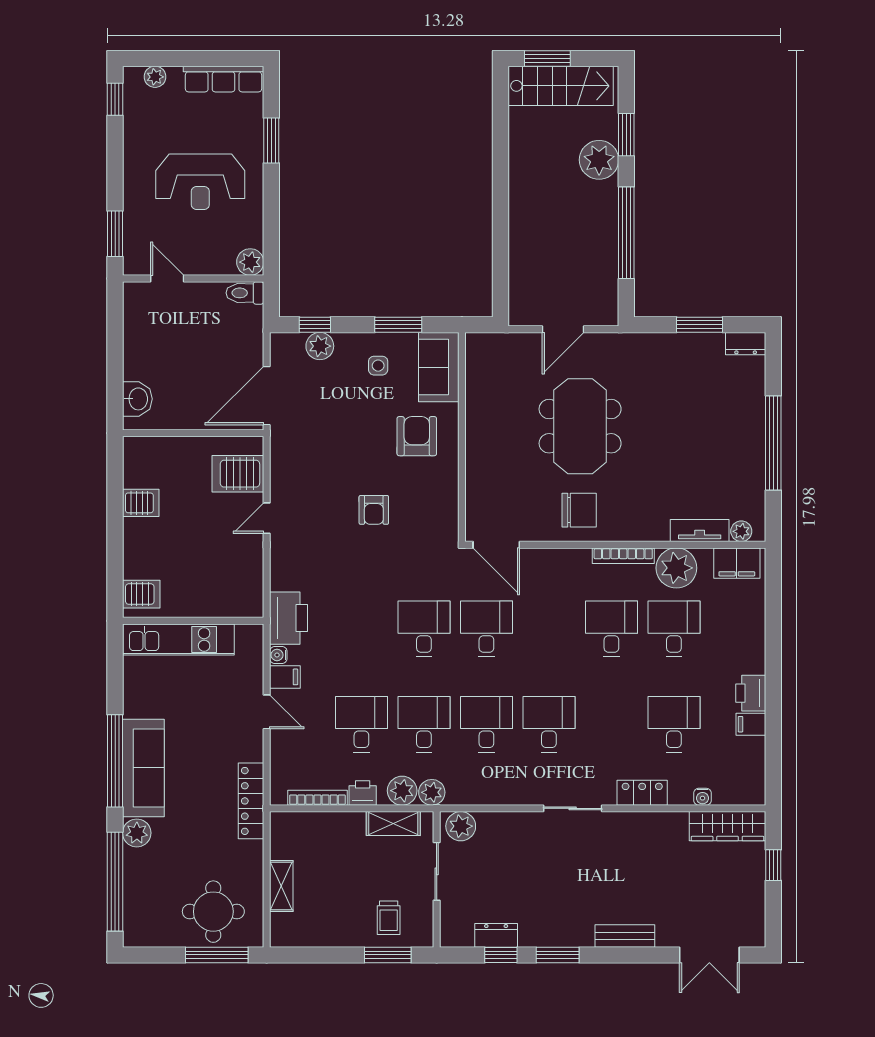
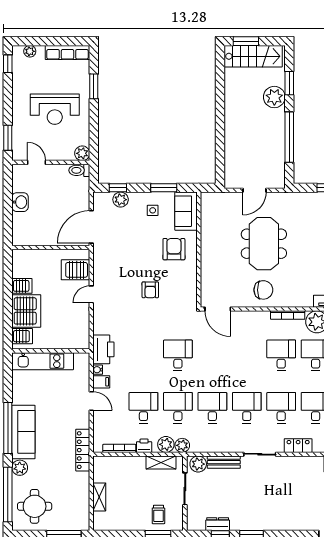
washbasin: (137, 399) -> (20, 202), moved
server rack: (149, 548) -> (26, 311), added
desk: (486, 629) -> (281, 408), moved
round table: (213, 912) -> (35, 506), moved
bench: (625, 936) -> (224, 462), moved

